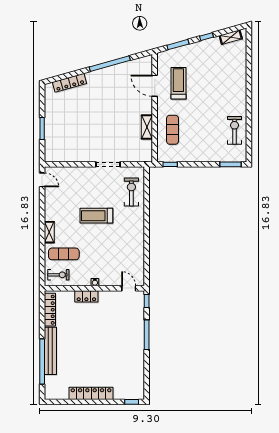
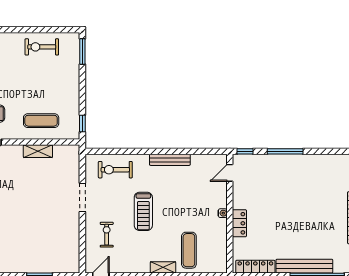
bench: (140, 238) -> (170, 160), added
exercise bike: (58, 275) -> (107, 235), moved

